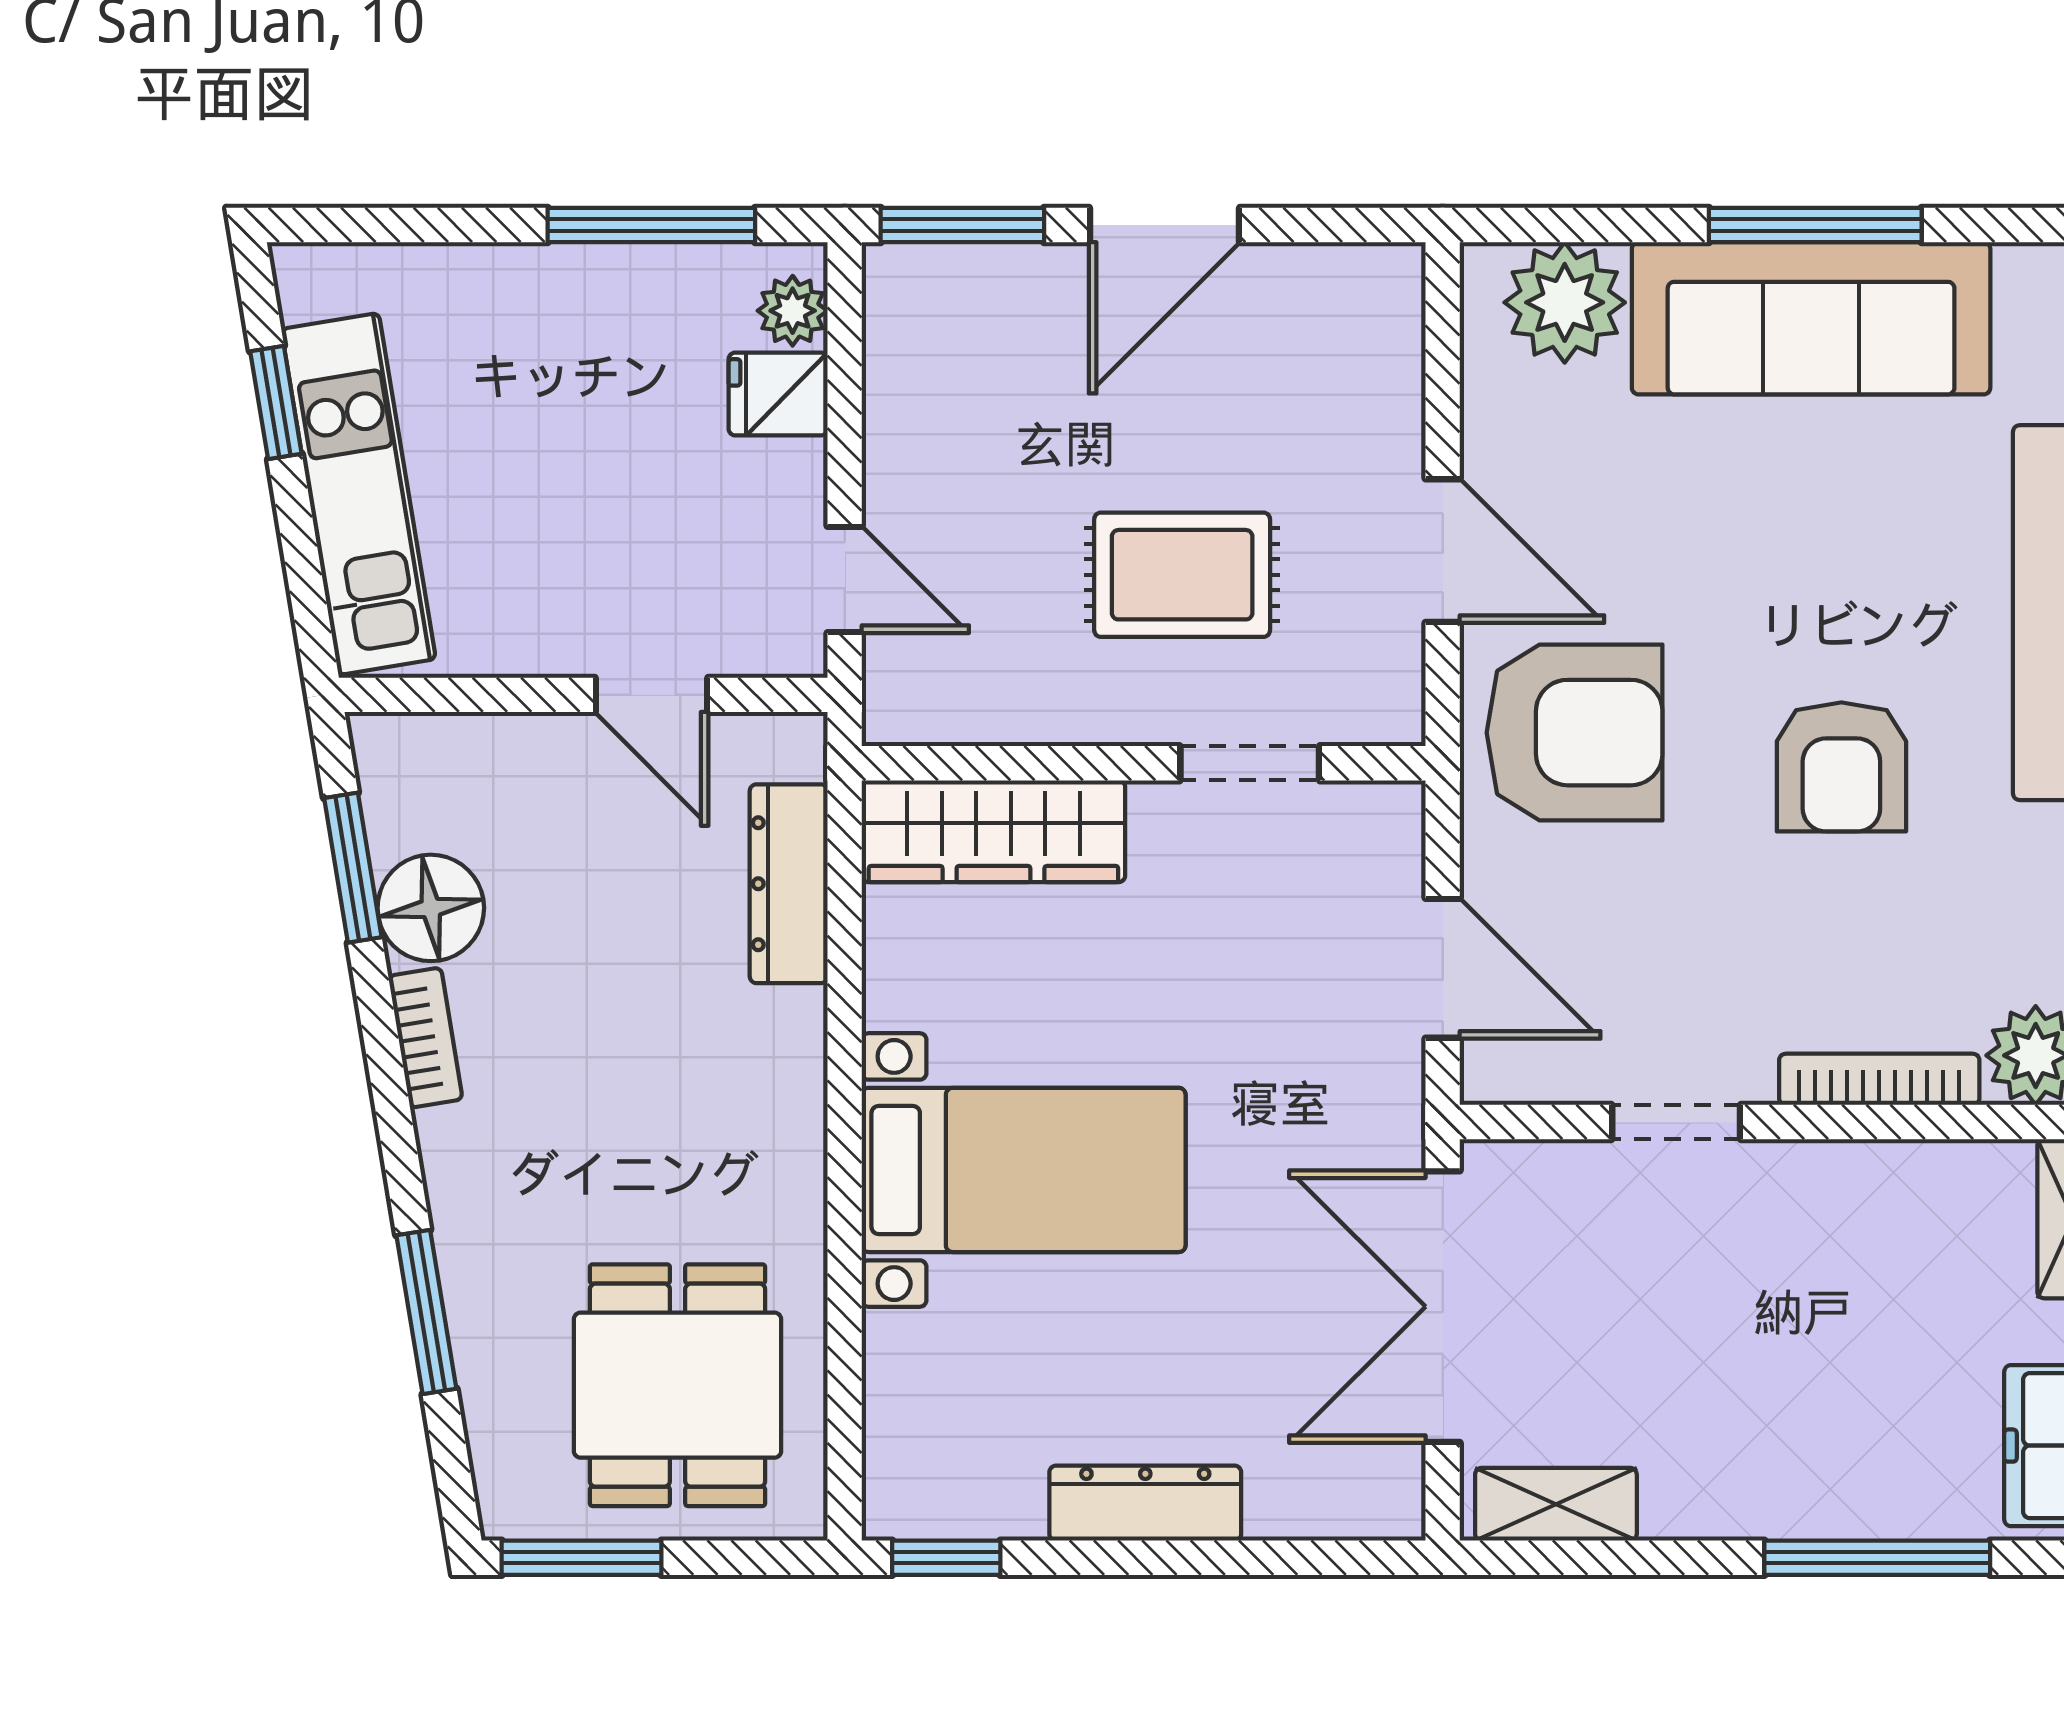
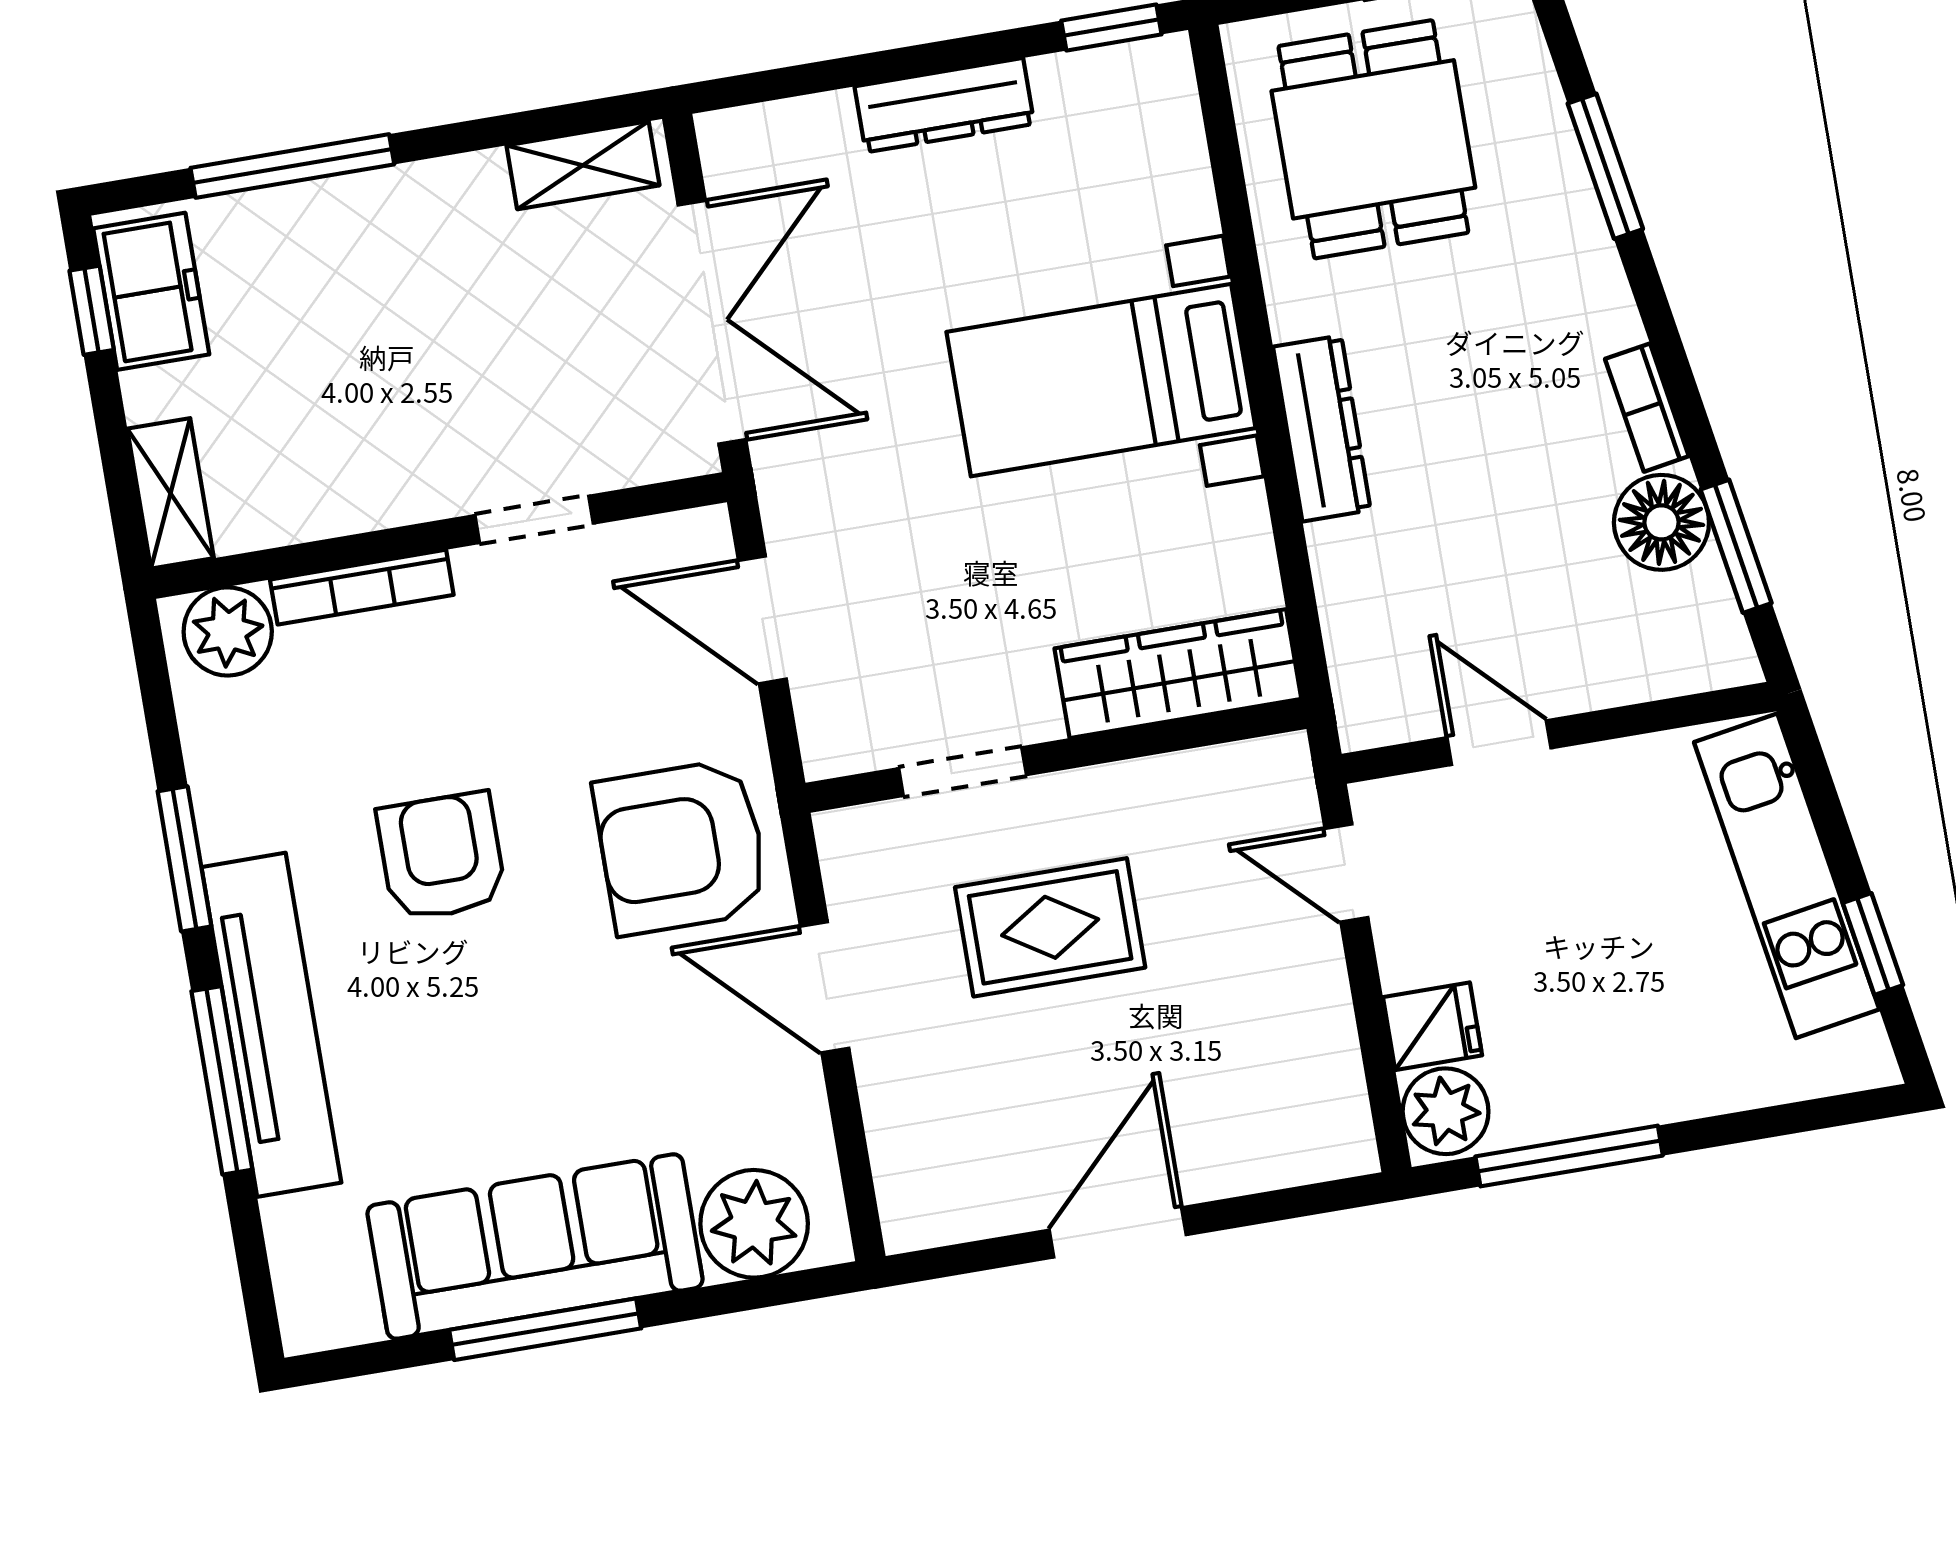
window: (962, 225) -> (1295, 1202), removed
plant: (793, 311) -> (1446, 1111), width x1.38, depth x1.38
dresser: (789, 884) -> (1322, 428), moved

